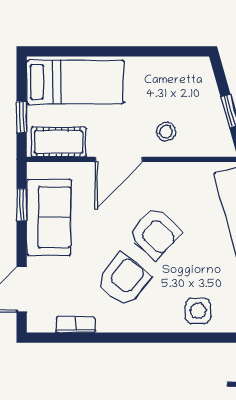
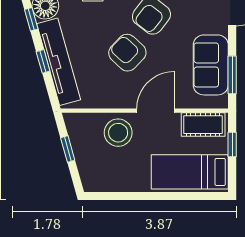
stool: (166, 132) -> (118, 133), width x1.89, depth x1.89
window: (22, 205) -> (232, 75), width x1.50

